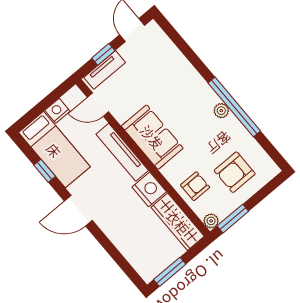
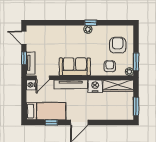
window: (234, 107) -> (91, 23), width x0.32
nightstand: (57, 111) -> (31, 85), moved
armchair: (235, 172) -> (118, 45), turned 180

